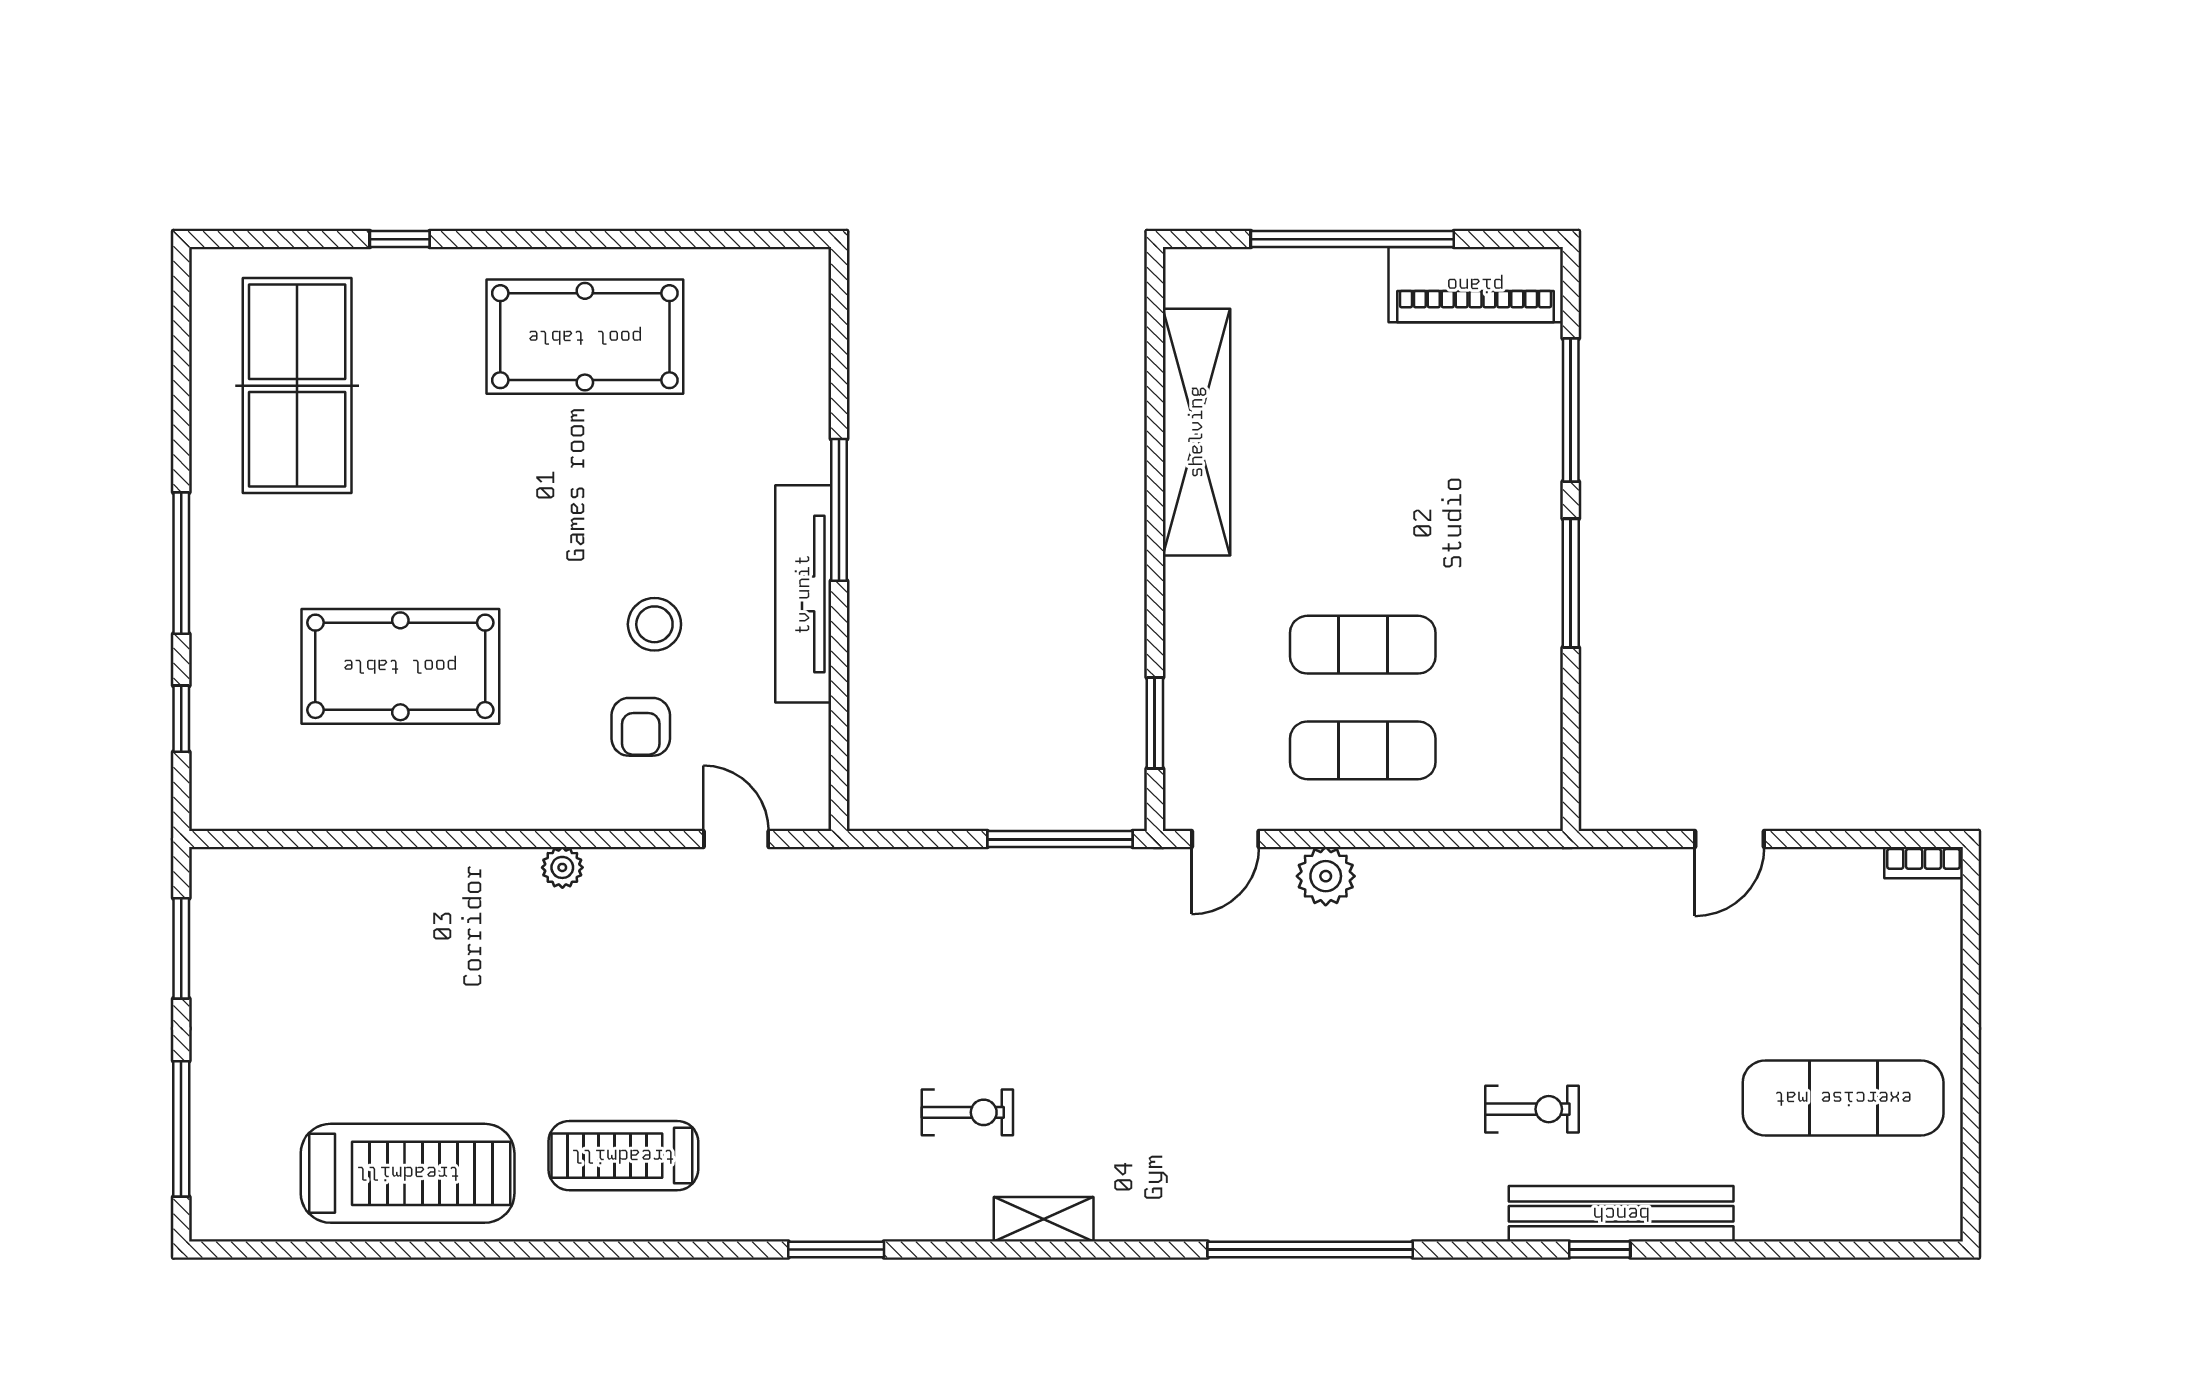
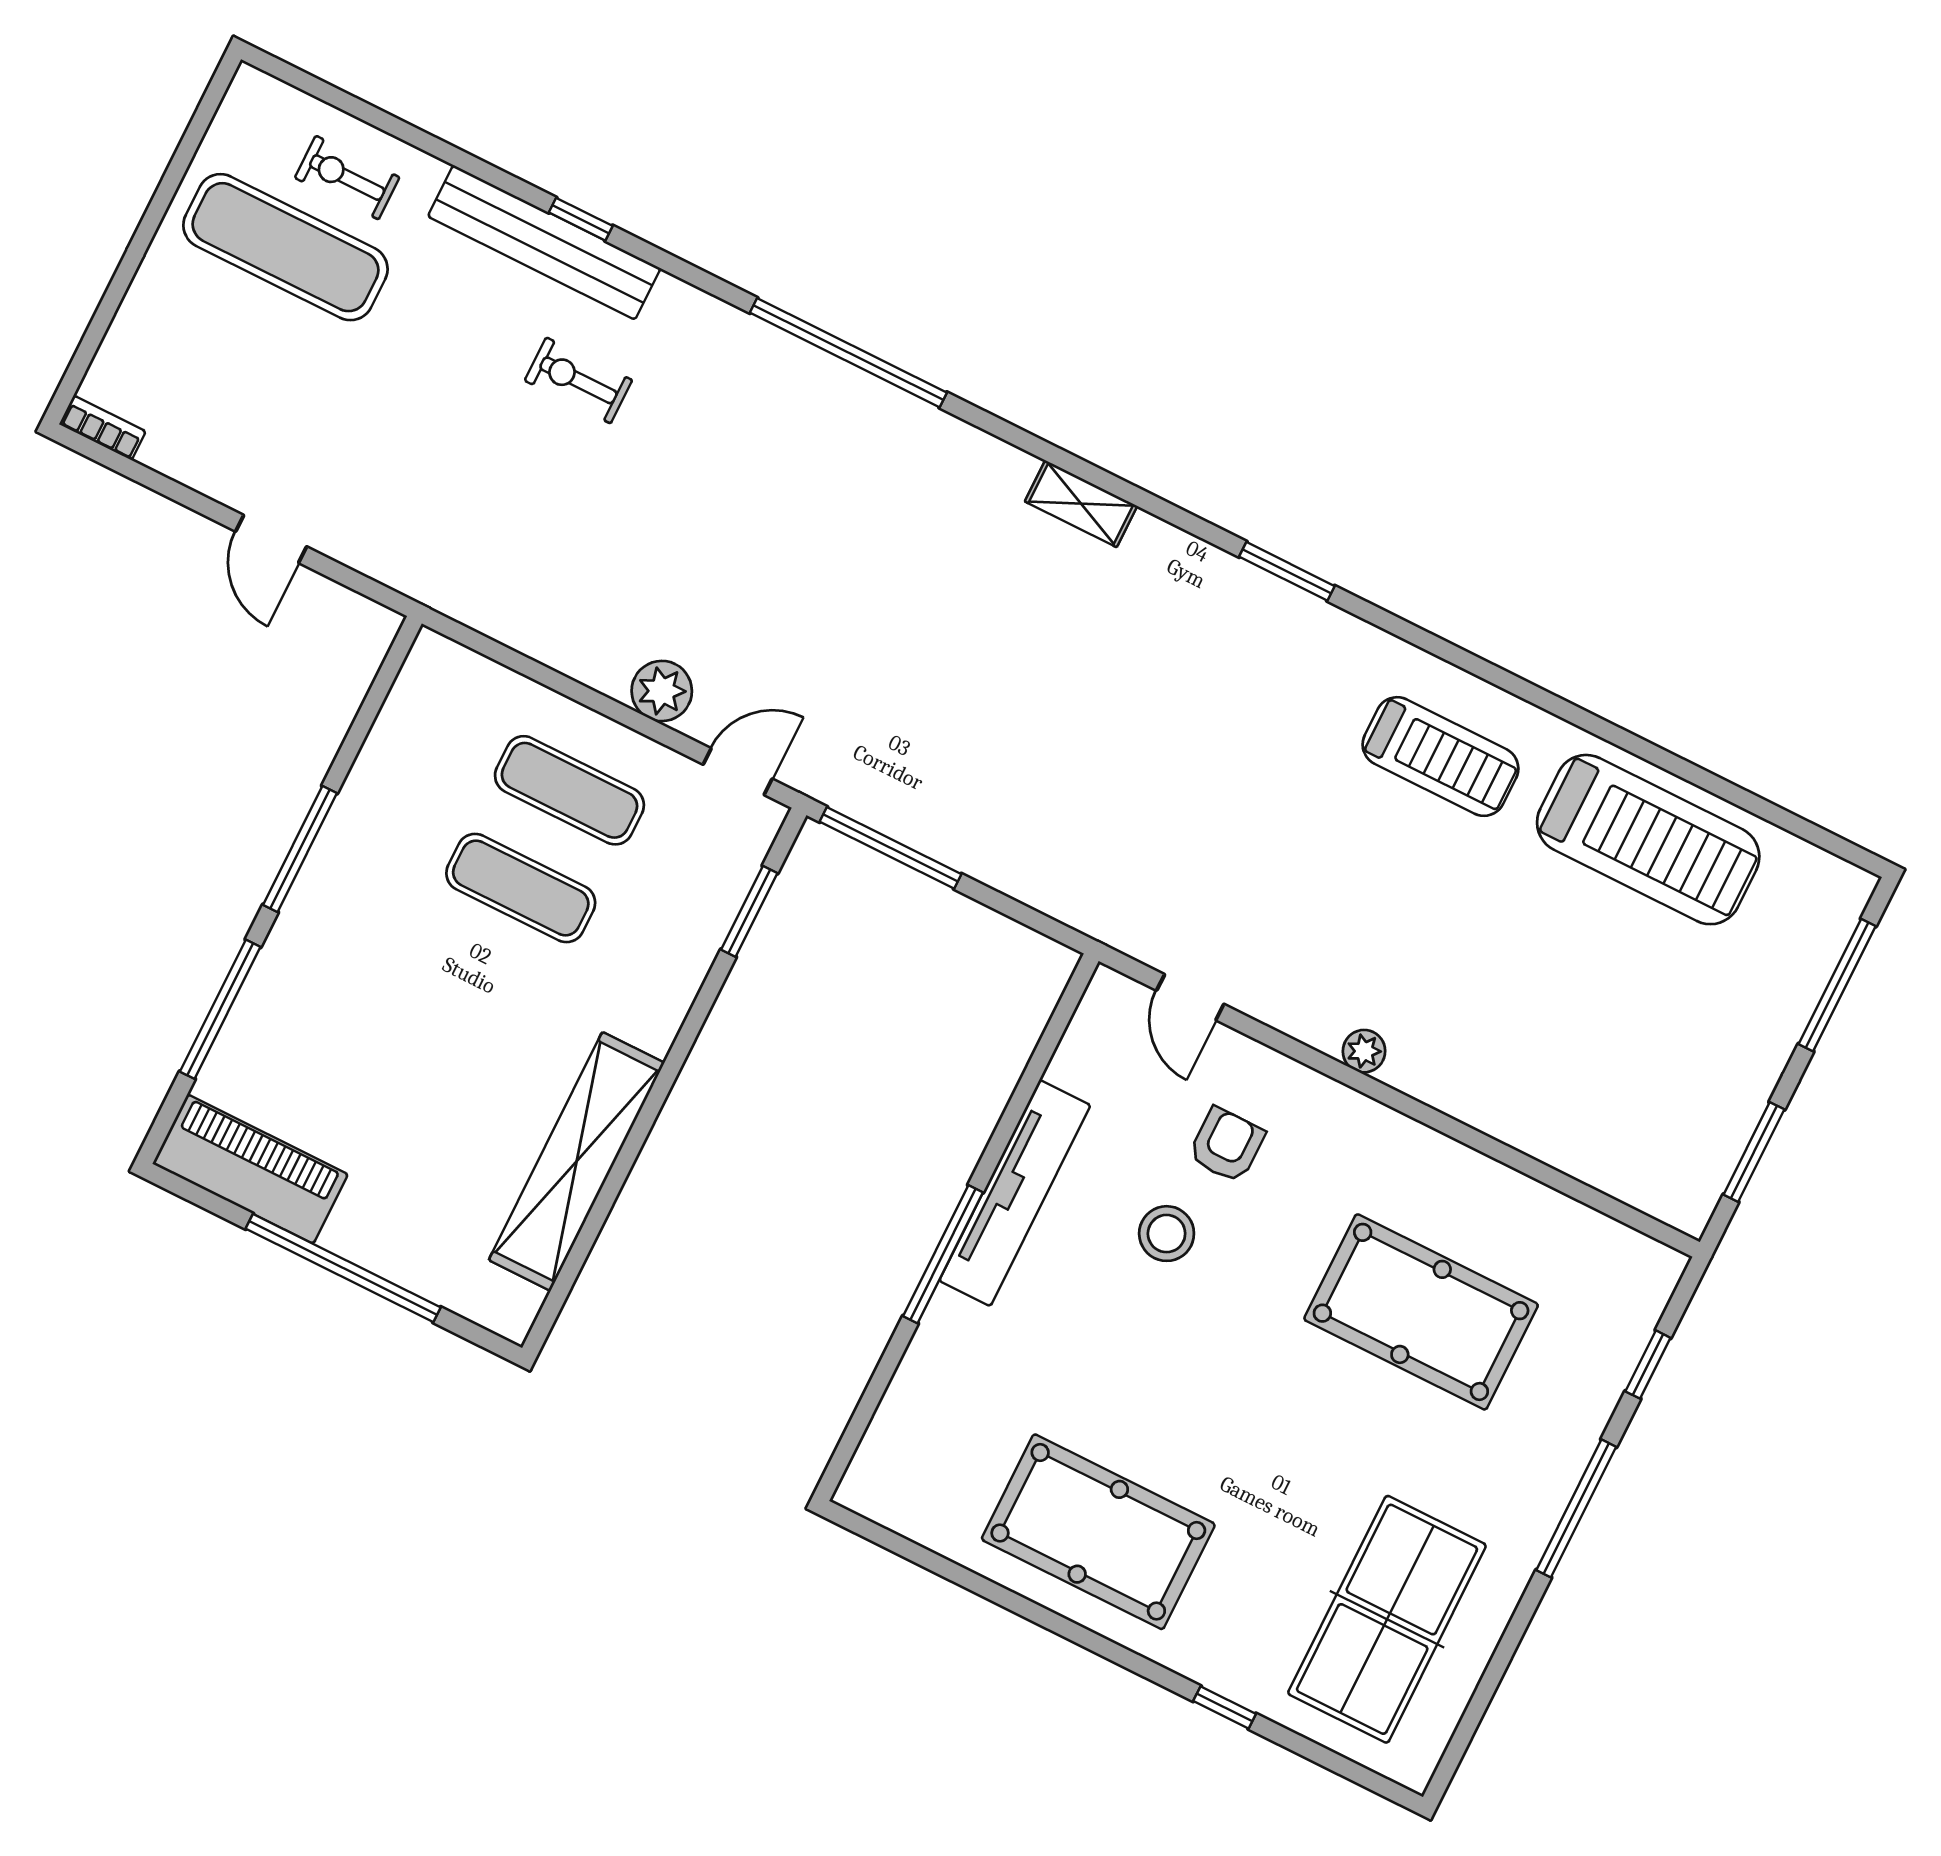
door: (1730, 839) -> (271, 539), swing flipped
exercise bike: (967, 1112) -> (347, 178), moved
treadmill: (408, 1173) -> (1648, 840), turned 180

